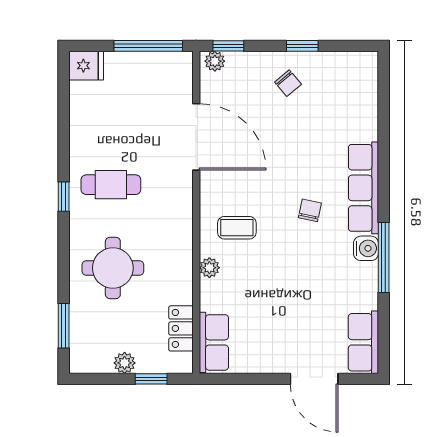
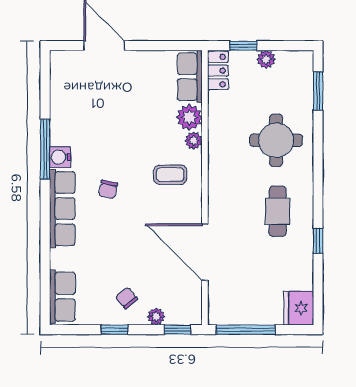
plant: (215, 61) -> (156, 317), moved
fridge: (86, 66) -> (299, 308), width x1.38
cafe table: (111, 185) -> (278, 211), turned 90
window: (64, 197) -> (318, 241), moved
plant: (214, 295) -> (189, 117), added
locker: (181, 328) -> (218, 71), moved
row of seats: (363, 342) -> (62, 297), moved

